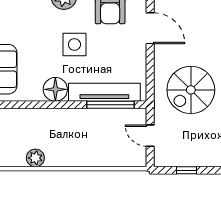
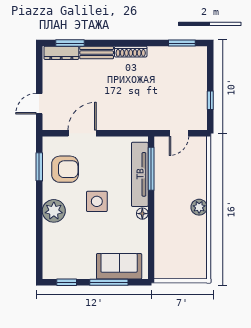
floor lamp: (55, 89) -> (142, 214), width x0.53, depth x0.53
spiral stairs: (191, 90) -> (138, 97), removed
plant: (35, 158) -> (199, 207), moved

